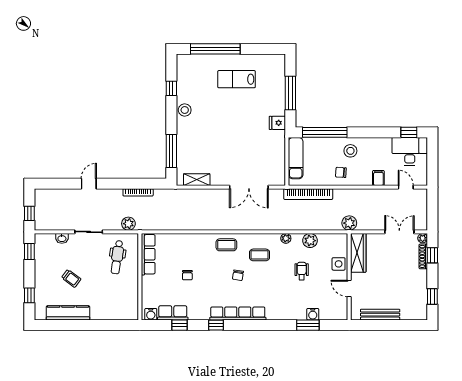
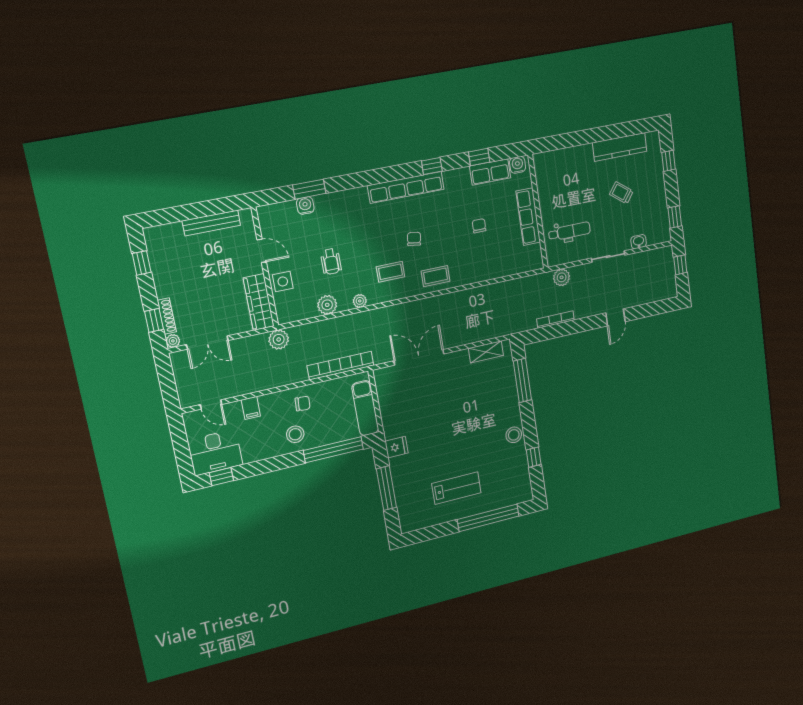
row of seats: (148, 254) -> (528, 217), moved
dental chair: (117, 257) -> (569, 231), turned 82

